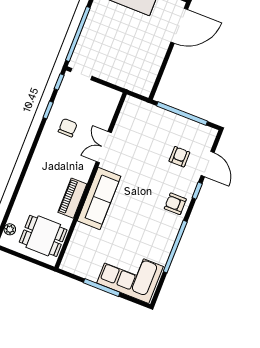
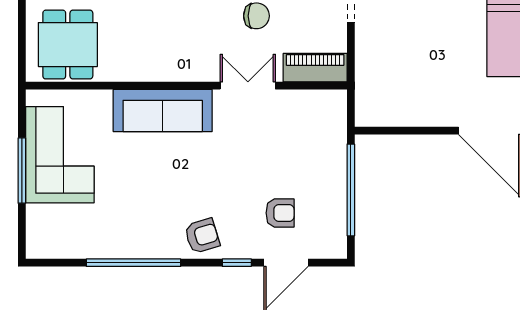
piano: (72, 198) -> (315, 68), moved
armchair: (175, 204) -> (202, 236), turned 73
corner sofa: (130, 275) -> (60, 155), moved

